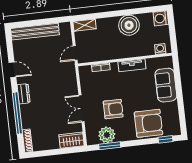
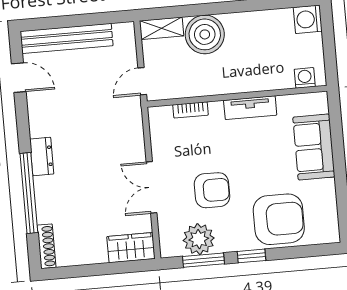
boiler: (129, 25) -> (205, 34), moved
door: (12, 70) -> (19, 78), moved
window: (165, 139) -> (252, 256), moved

